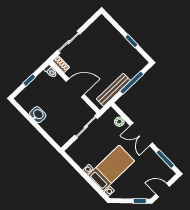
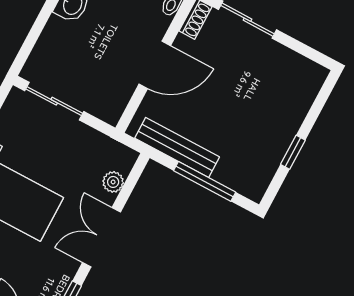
door: (75, 88) -> (155, 65), hinge flipped
sliding door: (86, 127) -> (54, 101), moved

